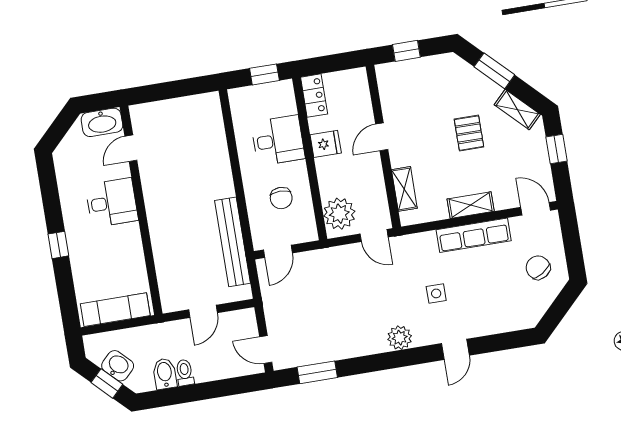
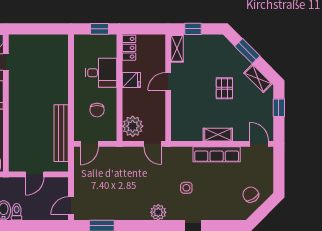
shelving: (404, 189) -> (177, 48), moved
chair: (538, 268) -> (251, 195), moved
door: (266, 350) -> (71, 206), hinge flipped

